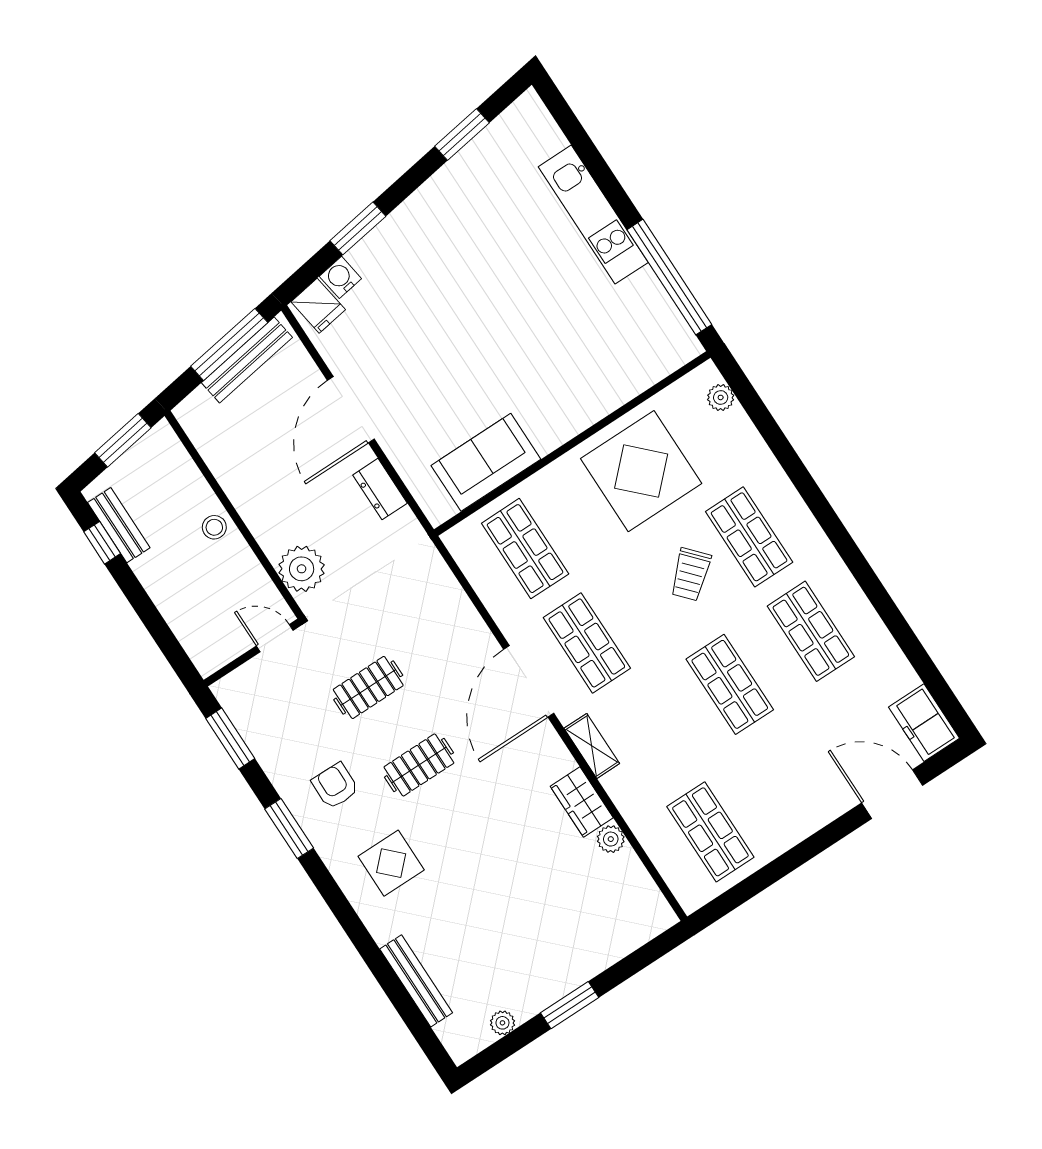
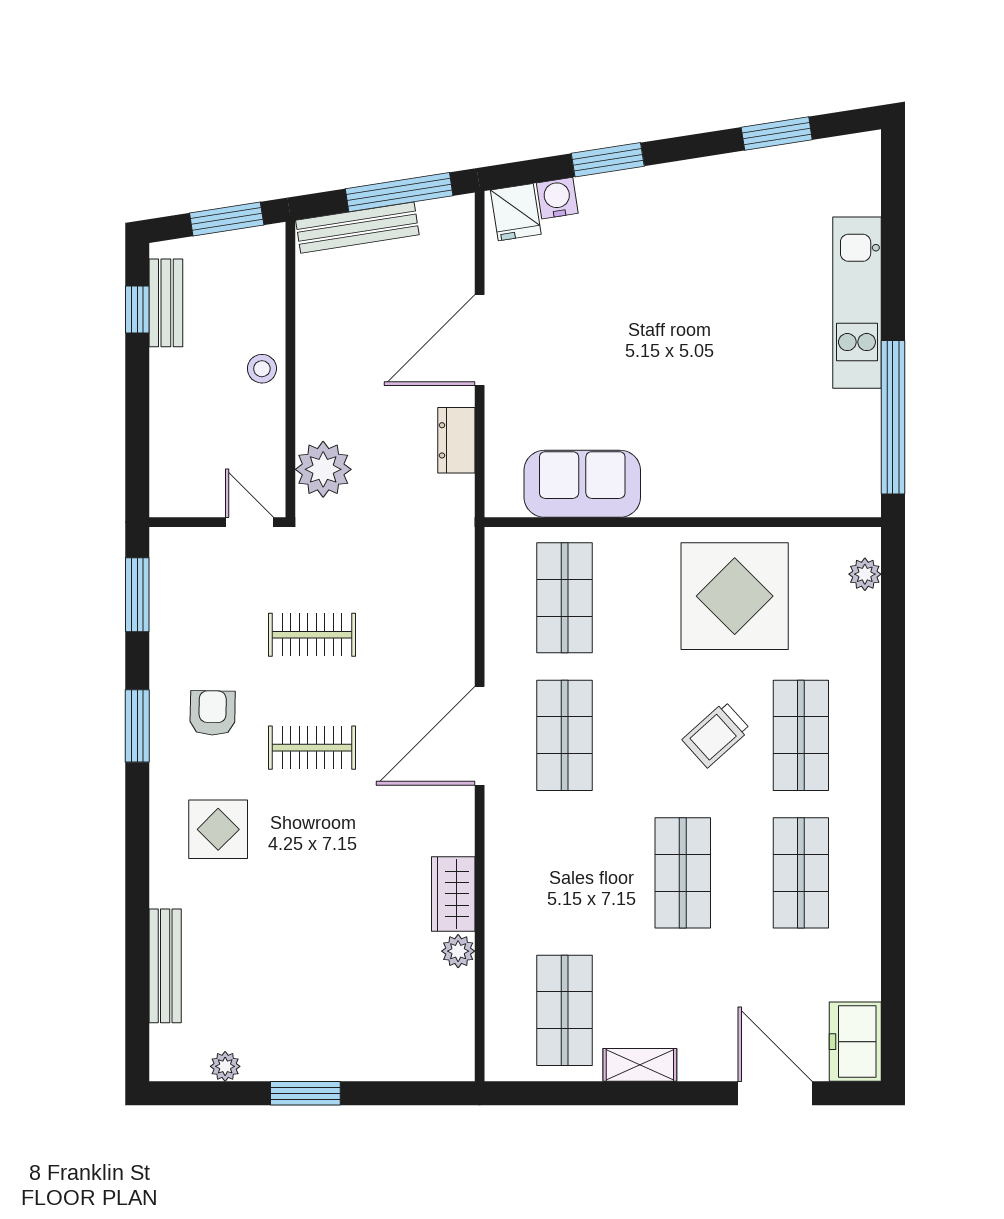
bench: (247, 360) -> (357, 228), moved
shelving: (592, 746) -> (640, 1065), moved, turned 90

